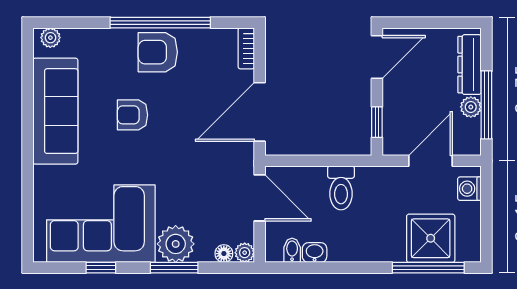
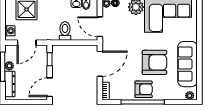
armchair: (133, 115) -> (154, 62), width x1.88, depth x1.88

